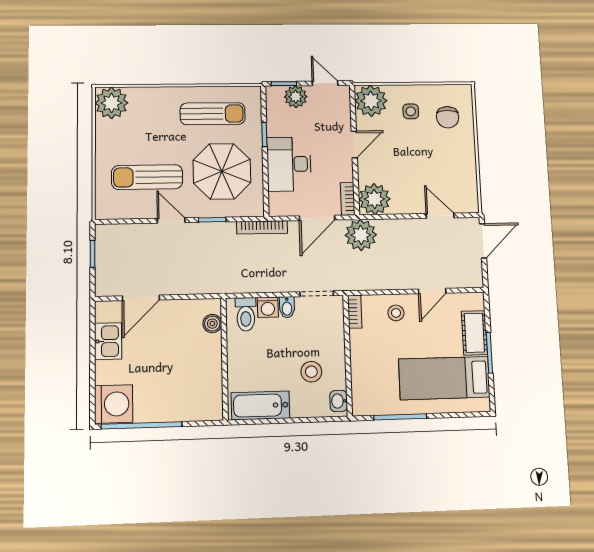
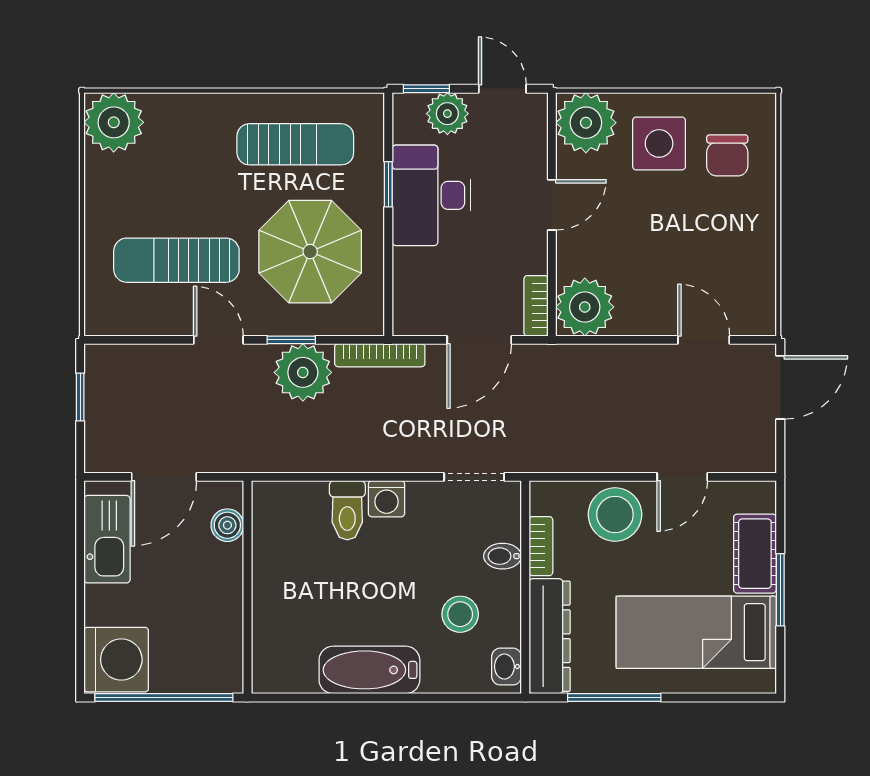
side table: (411, 111) -> (659, 143), width x1.87, depth x1.87
desk: (289, 164) -> (432, 195), moved
plant: (361, 235) -> (303, 372), moved
bidet: (287, 307) -> (503, 556), moved, turned 90
bookcase: (355, 312) -> (541, 546), moved
stool: (396, 313) -> (615, 514), width x1.89, depth x1.89
boiler: (212, 324) -> (227, 525), moved
kitchen sink: (108, 341) -> (107, 539), width x1.38
wall: (224, 359) -> (248, 587), moved
dresser: (362, 383) -> (550, 636), added

